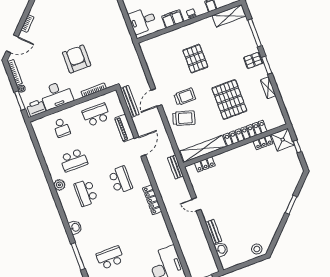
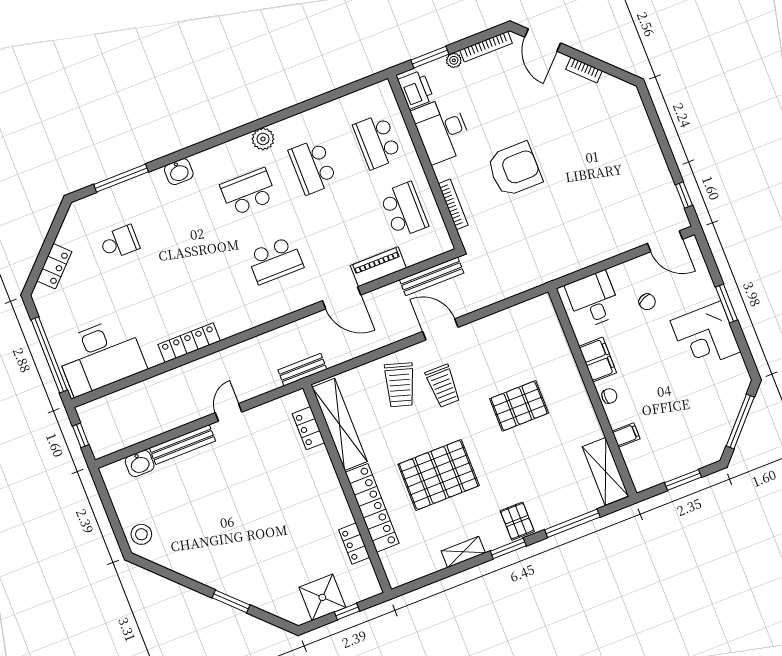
school desk: (62, 128) -> (377, 141), width x1.85
shower: (283, 140) -> (322, 597), moved
locker: (152, 200) -> (189, 343), moved
bench: (214, 232) -> (182, 444), width x1.36
school desk: (110, 258) -> (119, 242), width x0.54

